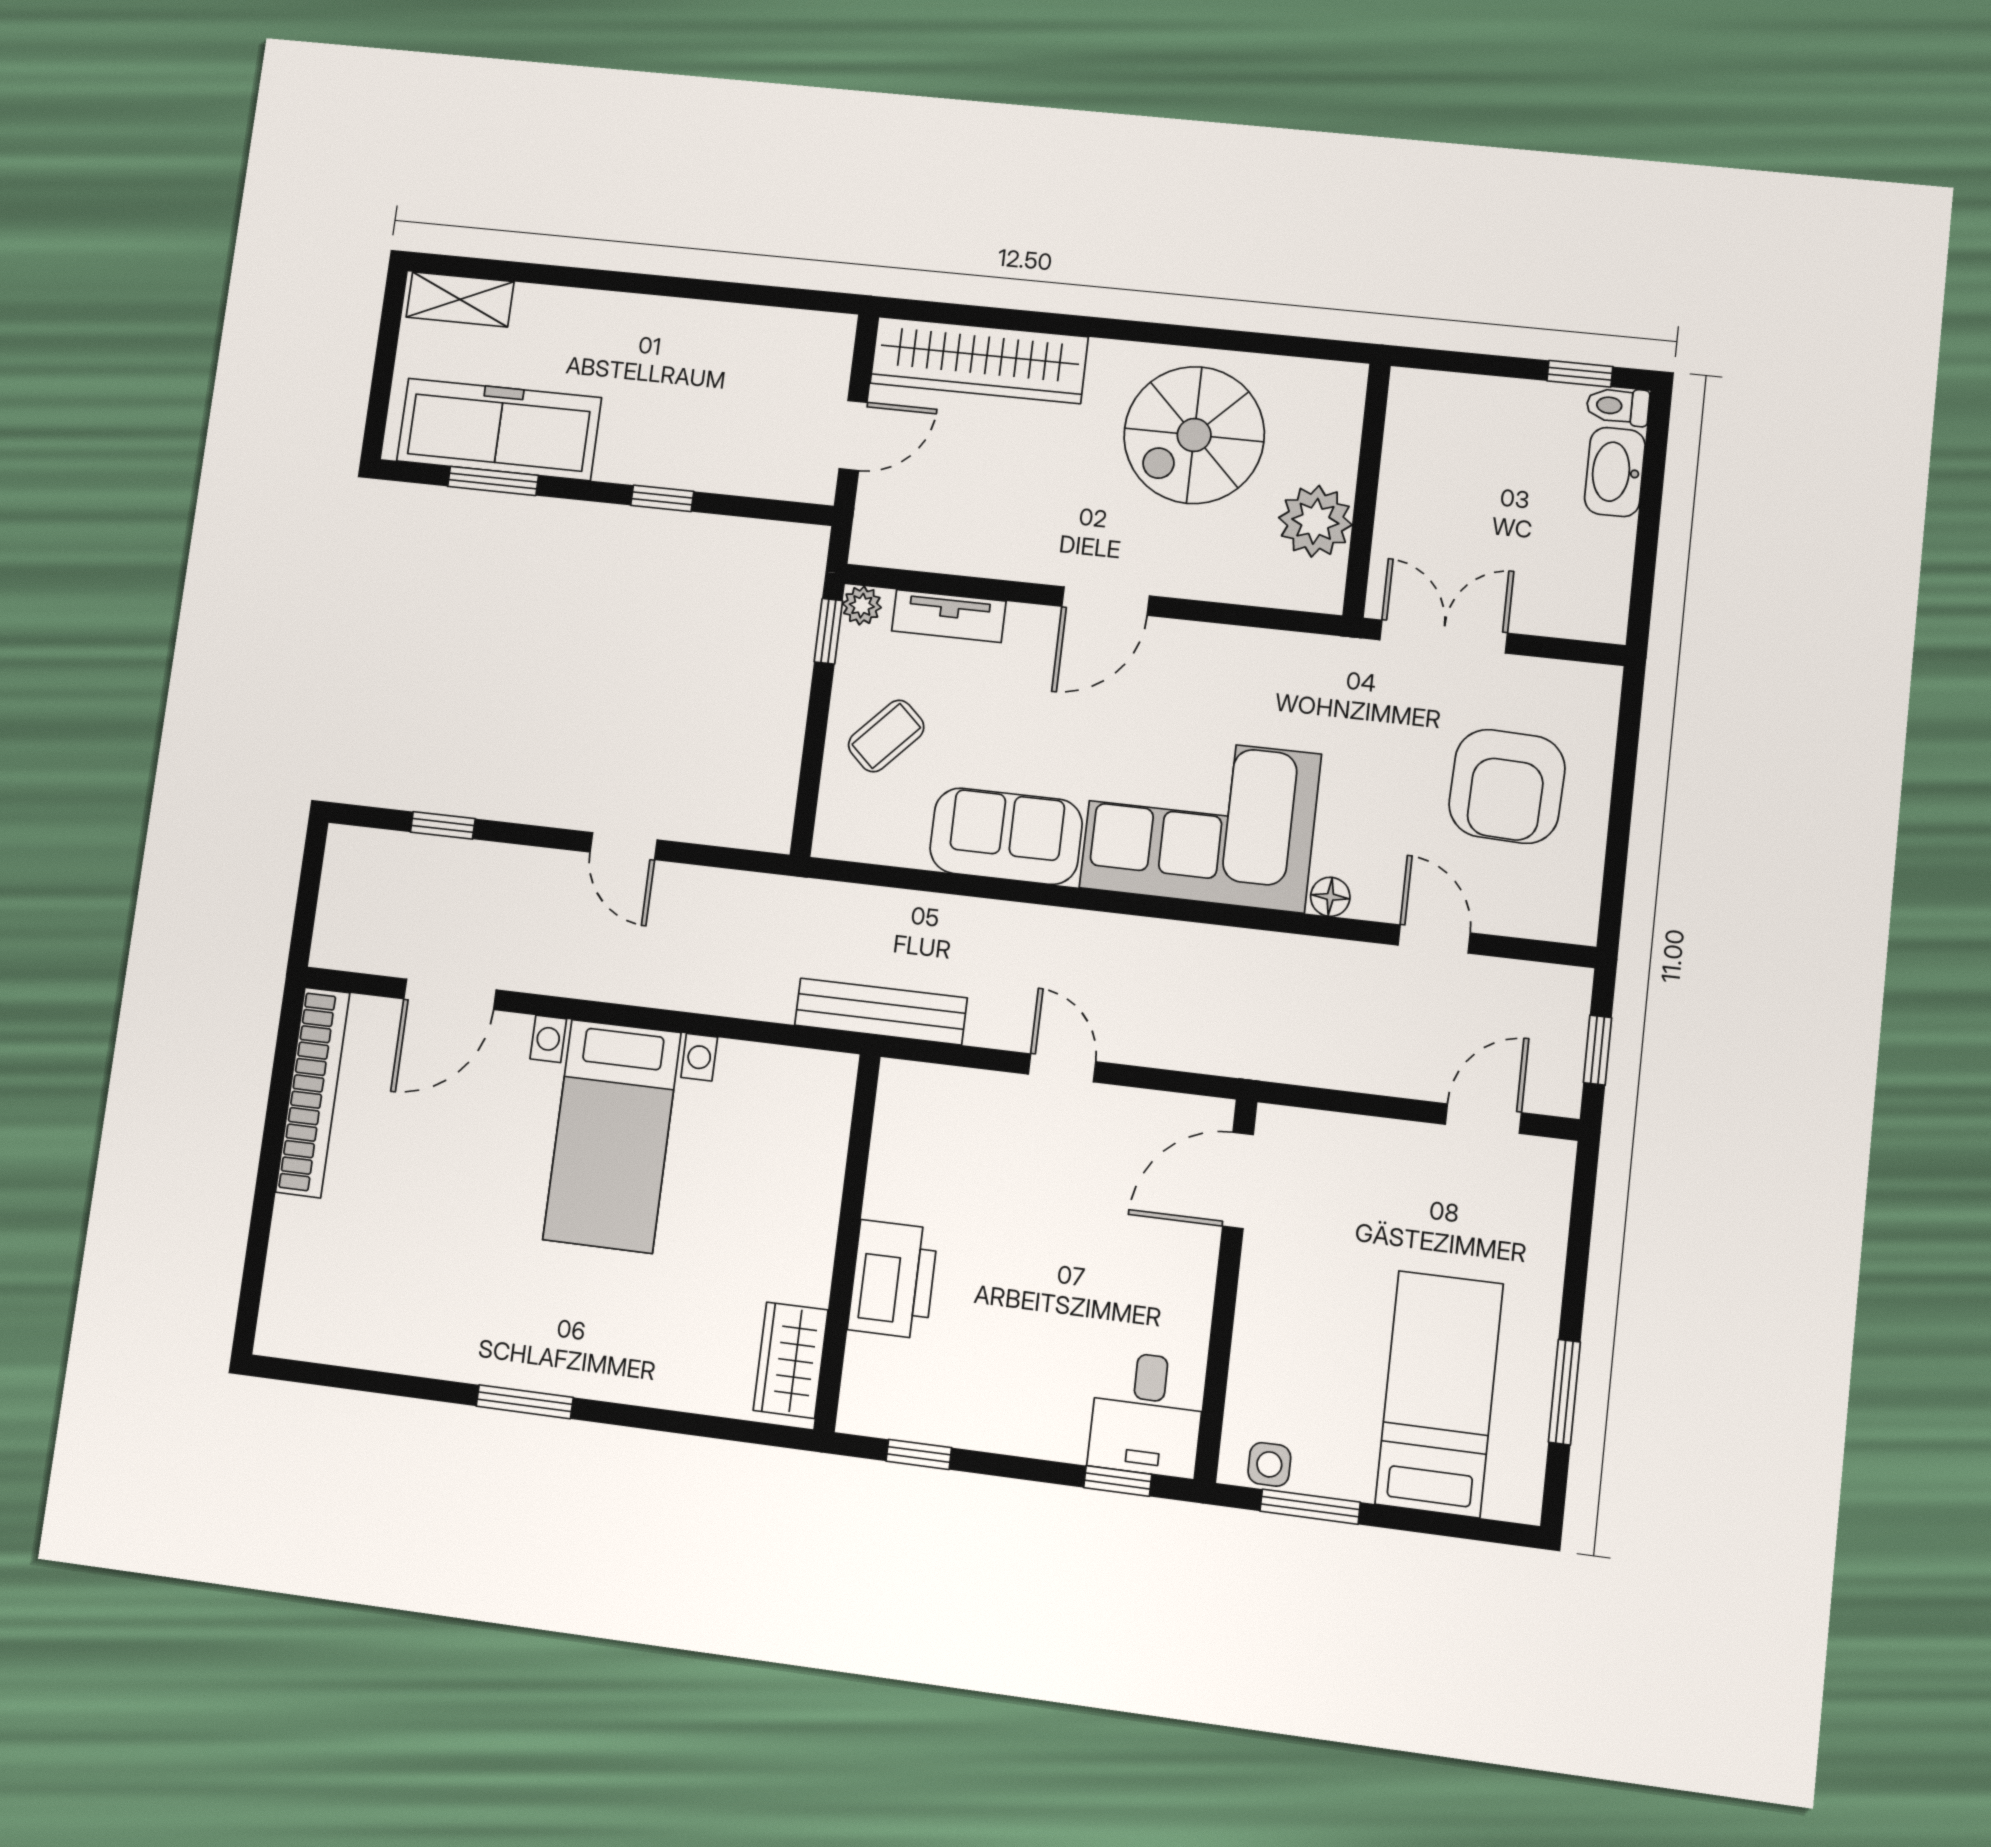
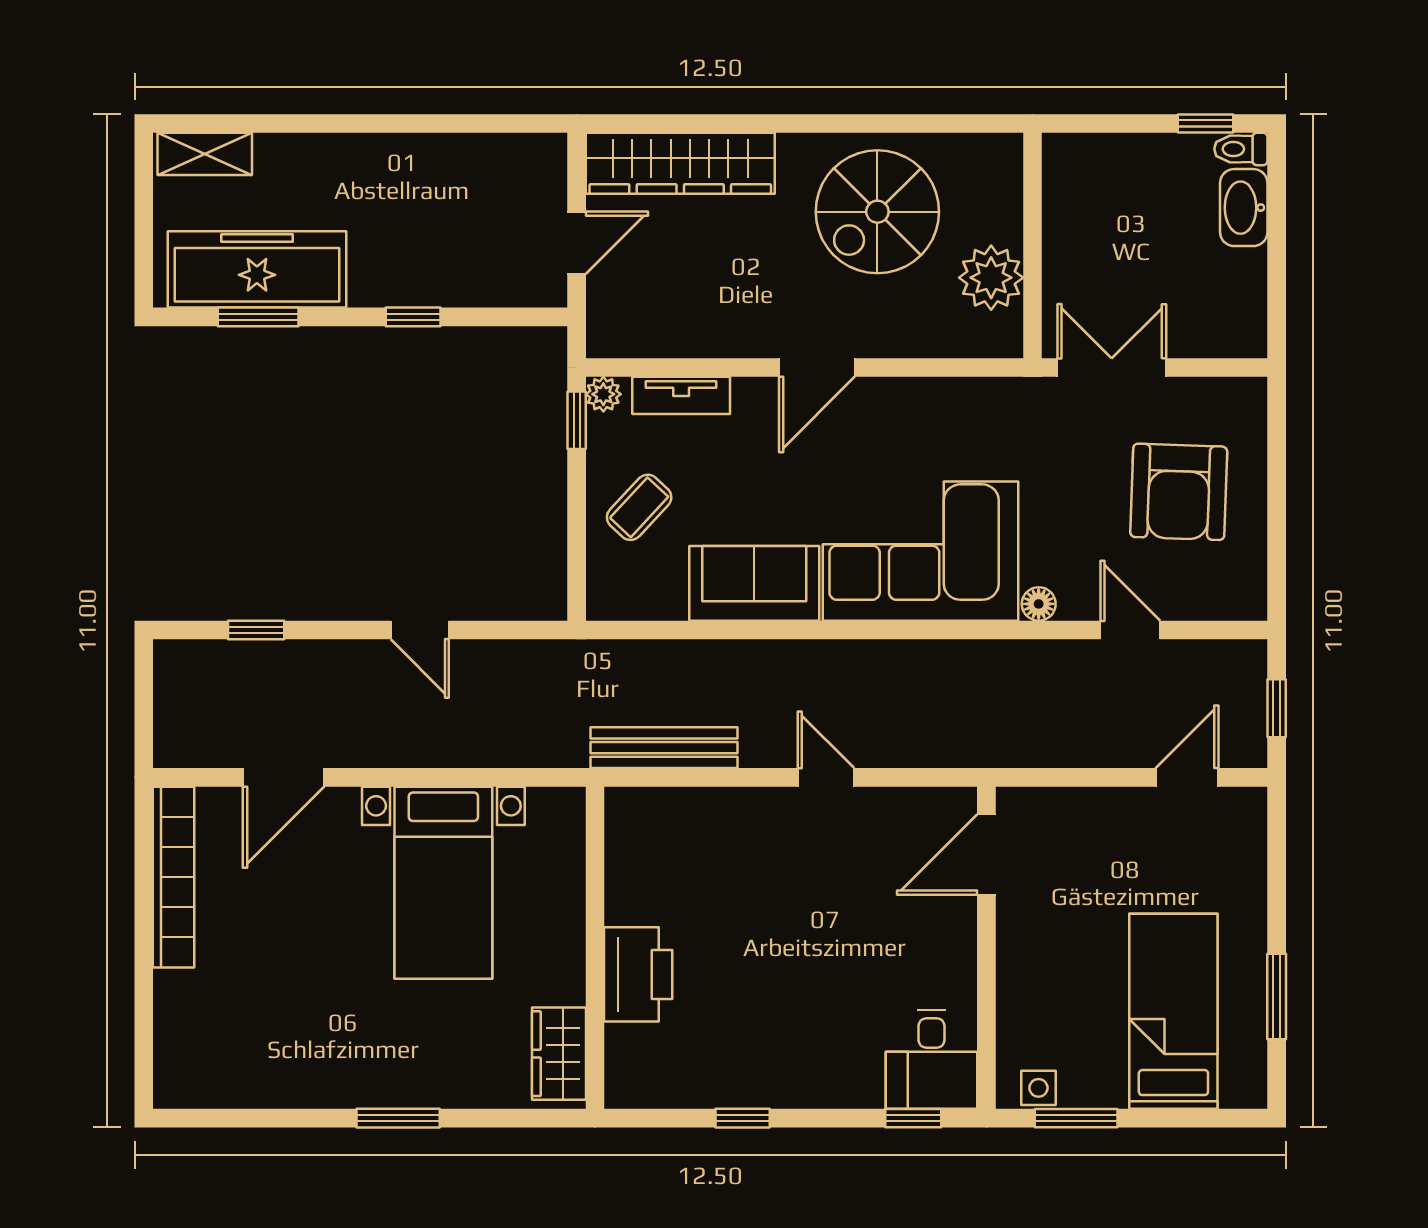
wall: (847, 1242) -> (595, 948), moved
printer: (893, 1279) -> (638, 974), moved
wardrobe: (791, 1360) -> (559, 1054), moved

